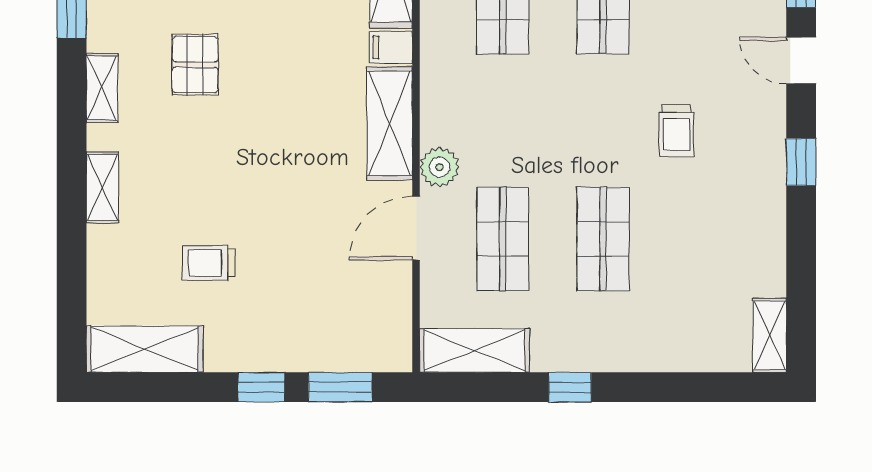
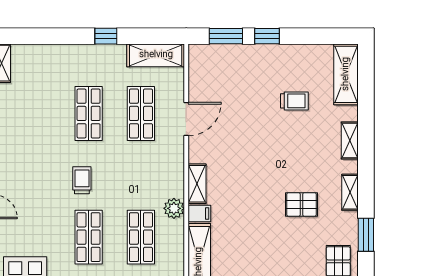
pallet: (195, 65) -> (301, 204), turned 90
shelving: (390, 123) -> (197, 184), width x0.67, depth x0.75
trolley: (677, 131) -> (82, 180), moved
plant: (439, 167) -> (174, 208), moved
shelving: (145, 349) -> (346, 74), moved, turned 90

